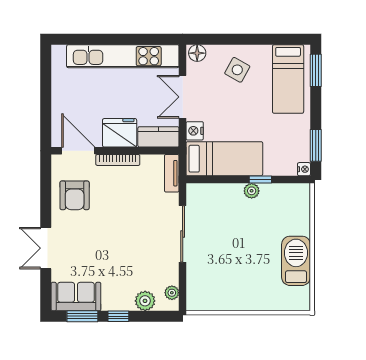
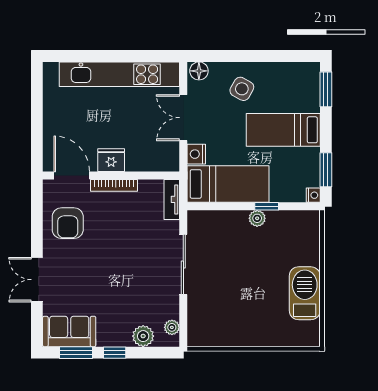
bed: (288, 79) -> (283, 130), moved, turned 90
fridge: (120, 133) -> (111, 160), width x0.73, depth x0.75
kitchen counter: (158, 137) -> (158, 161), removed

